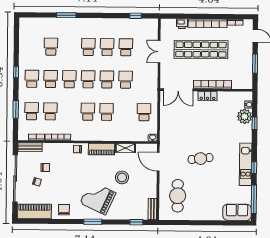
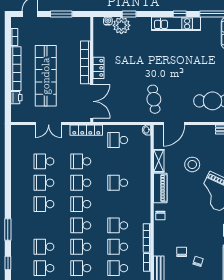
window: (135, 16) -> (8, 263), moved
school desk: (32, 46) -> (44, 268), added
locker: (153, 85) -> (86, 130), added
school desk: (88, 112) -> (118, 225), moved
cafe table: (201, 159) -> (154, 99), moved

